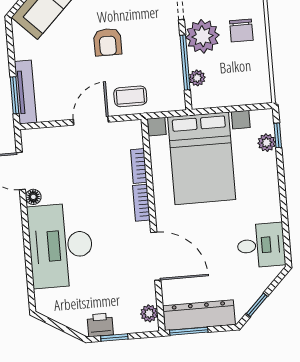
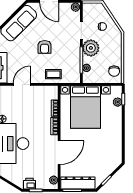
chair: (241, 30) -> (114, 71), moved
door: (91, 121) -> (22, 84), moved
desk: (261, 245) -> (111, 152), removed
door: (156, 256) -> (59, 153), hinge flipped

